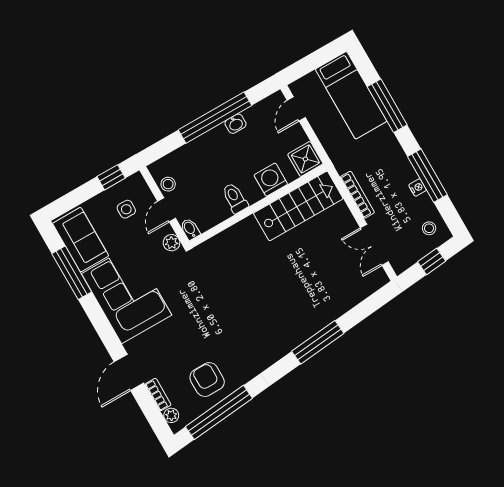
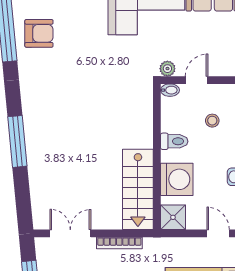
washing machine: (271, 180) -> (177, 179), width x1.37, depth x1.37
stool: (168, 184) -> (212, 121), moved
side table: (126, 209) -> (216, 47), removed
door: (167, 210) -> (197, 80), hinge flipped

